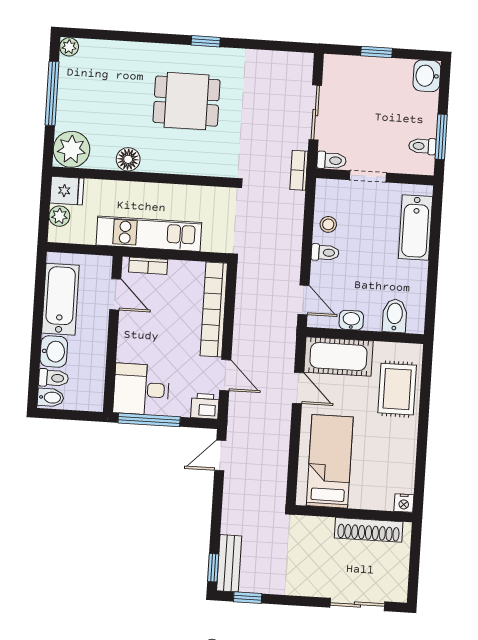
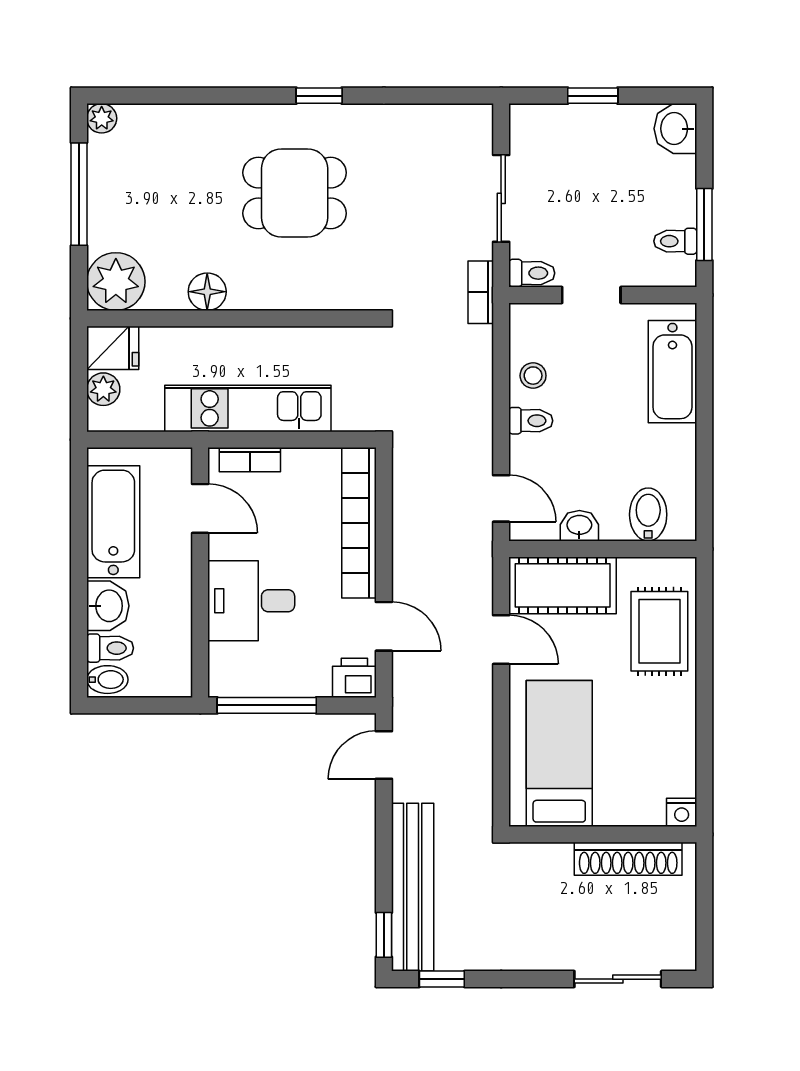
desk: (141, 389) -> (251, 601), moved
bench: (229, 563) -> (413, 887), width x1.86, depth x1.21

